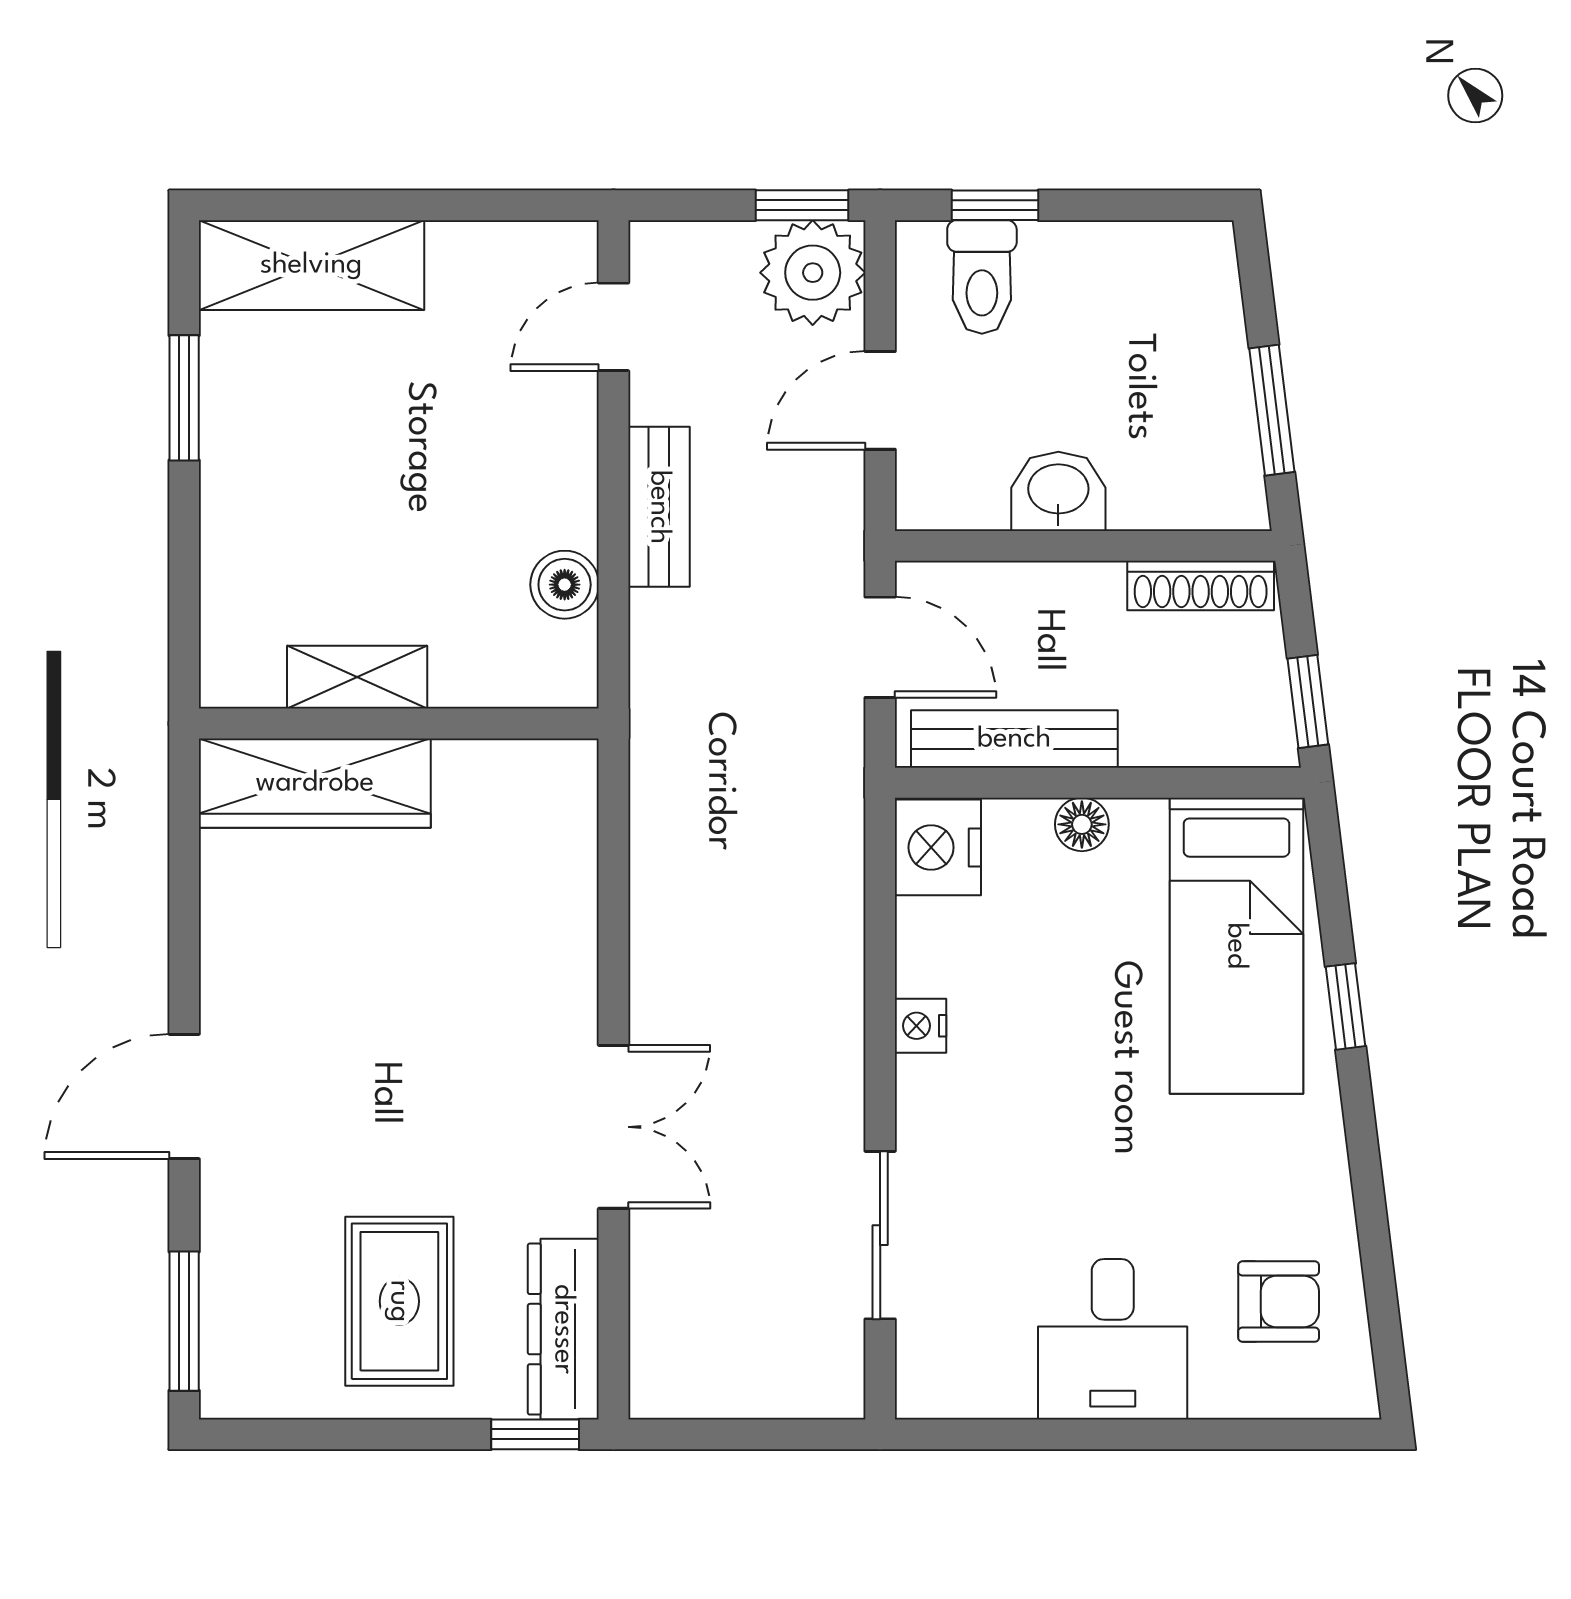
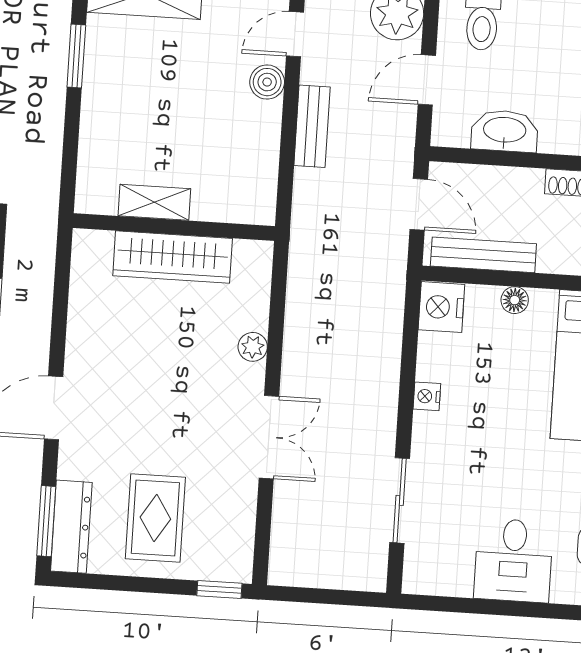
washbasin: (1058, 491) -> (505, 131), width x1.38
boiler: (565, 585) -> (267, 82), moved
wardrobe: (315, 783) -> (173, 257), moved
plant: (570, 950) -> (253, 347), added
dresser: (563, 1329) -> (71, 527), moved, turned 180

